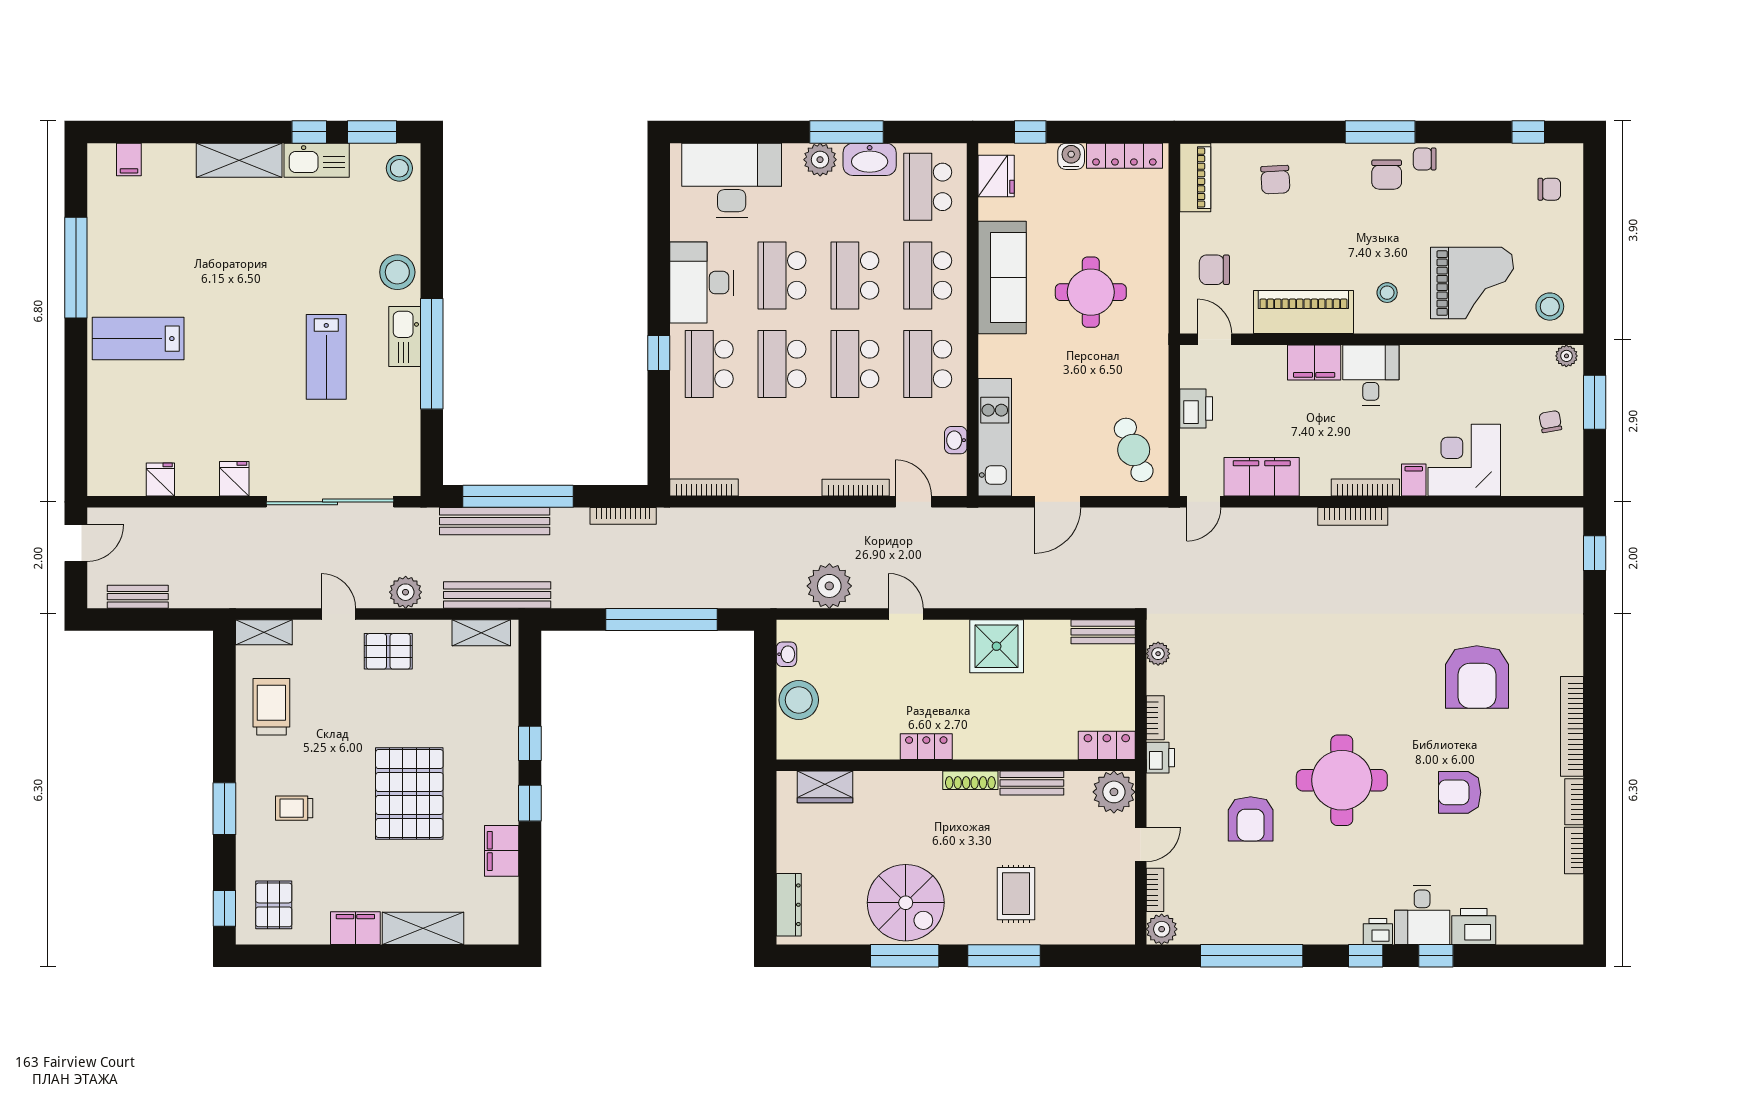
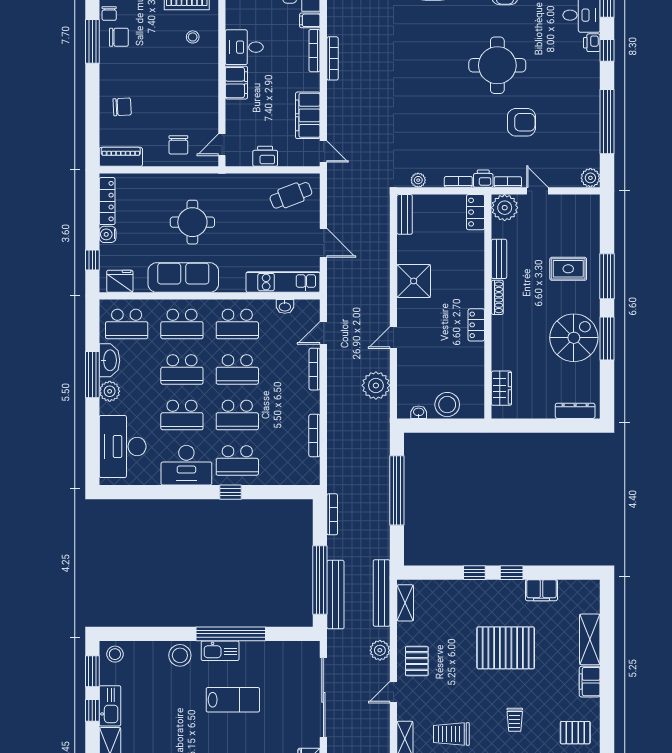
piano: (1303, 312) -> (205, 89), removed
bookcase: (704, 488) -> (314, 436), moved
bookcase: (1155, 890) -> (508, 182), moved

